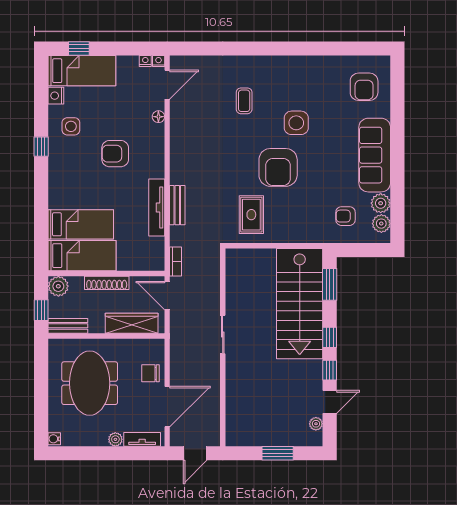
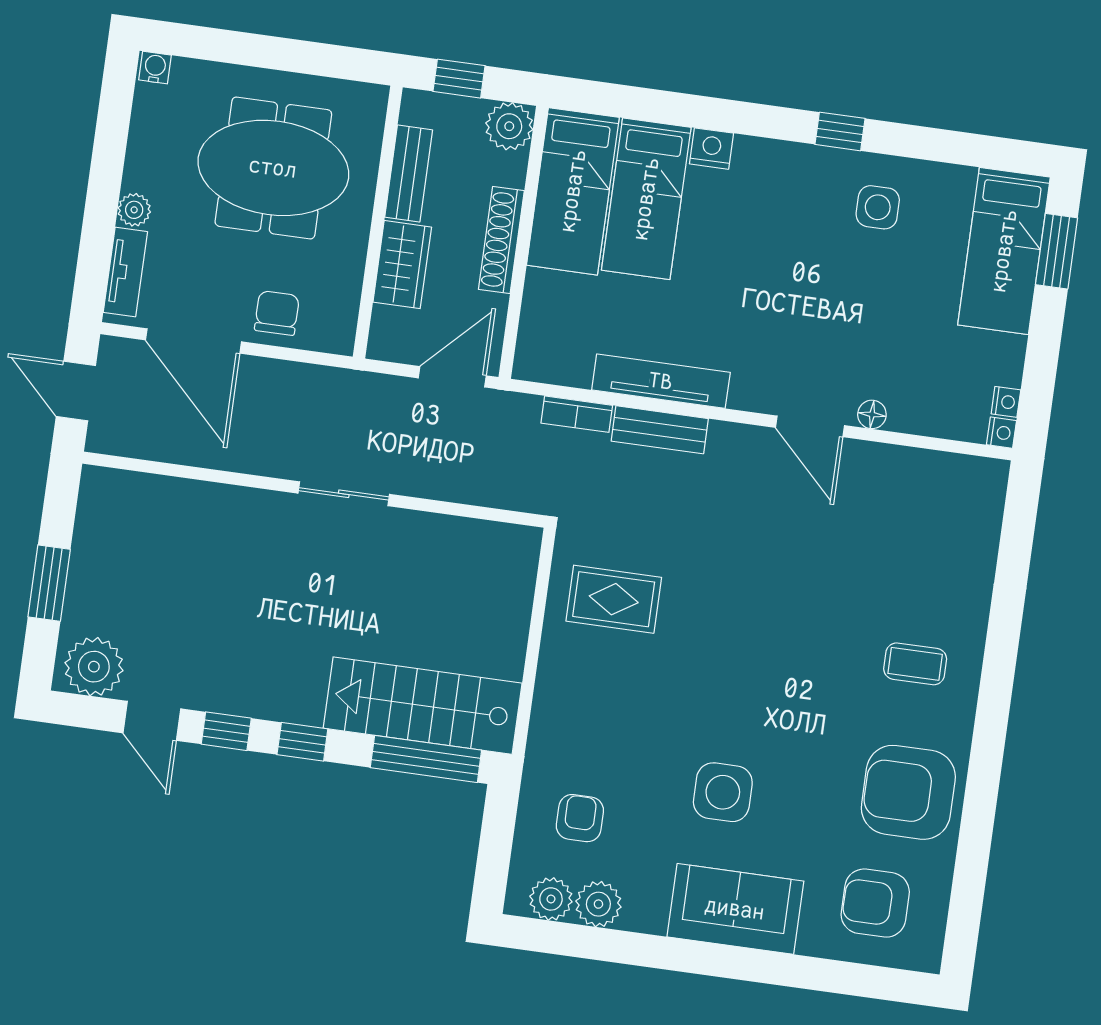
window: (79, 48) -> (1057, 251), width x1.50
door: (167, 85) -> (810, 426), moved
nightstand: (56, 96) -> (711, 149), moved
coffee table: (244, 101) -> (915, 664), moved
side table: (296, 123) -> (723, 792), moved
armchair: (115, 154) -> (800, 302), removed
sofa: (375, 155) -> (735, 909), width x0.73
armchair: (278, 167) -> (908, 792), moved
bookcase: (176, 262) -> (577, 414), moved
window: (330, 284) -> (426, 759), width x1.44
stairs: (300, 304) -> (423, 706), width x0.73, depth x0.66
wardrobe: (132, 323) -> (402, 265), width x0.67
bench: (68, 326) -> (409, 174), moved
plant: (316, 424) -> (94, 667), width x1.88, depth x1.88

